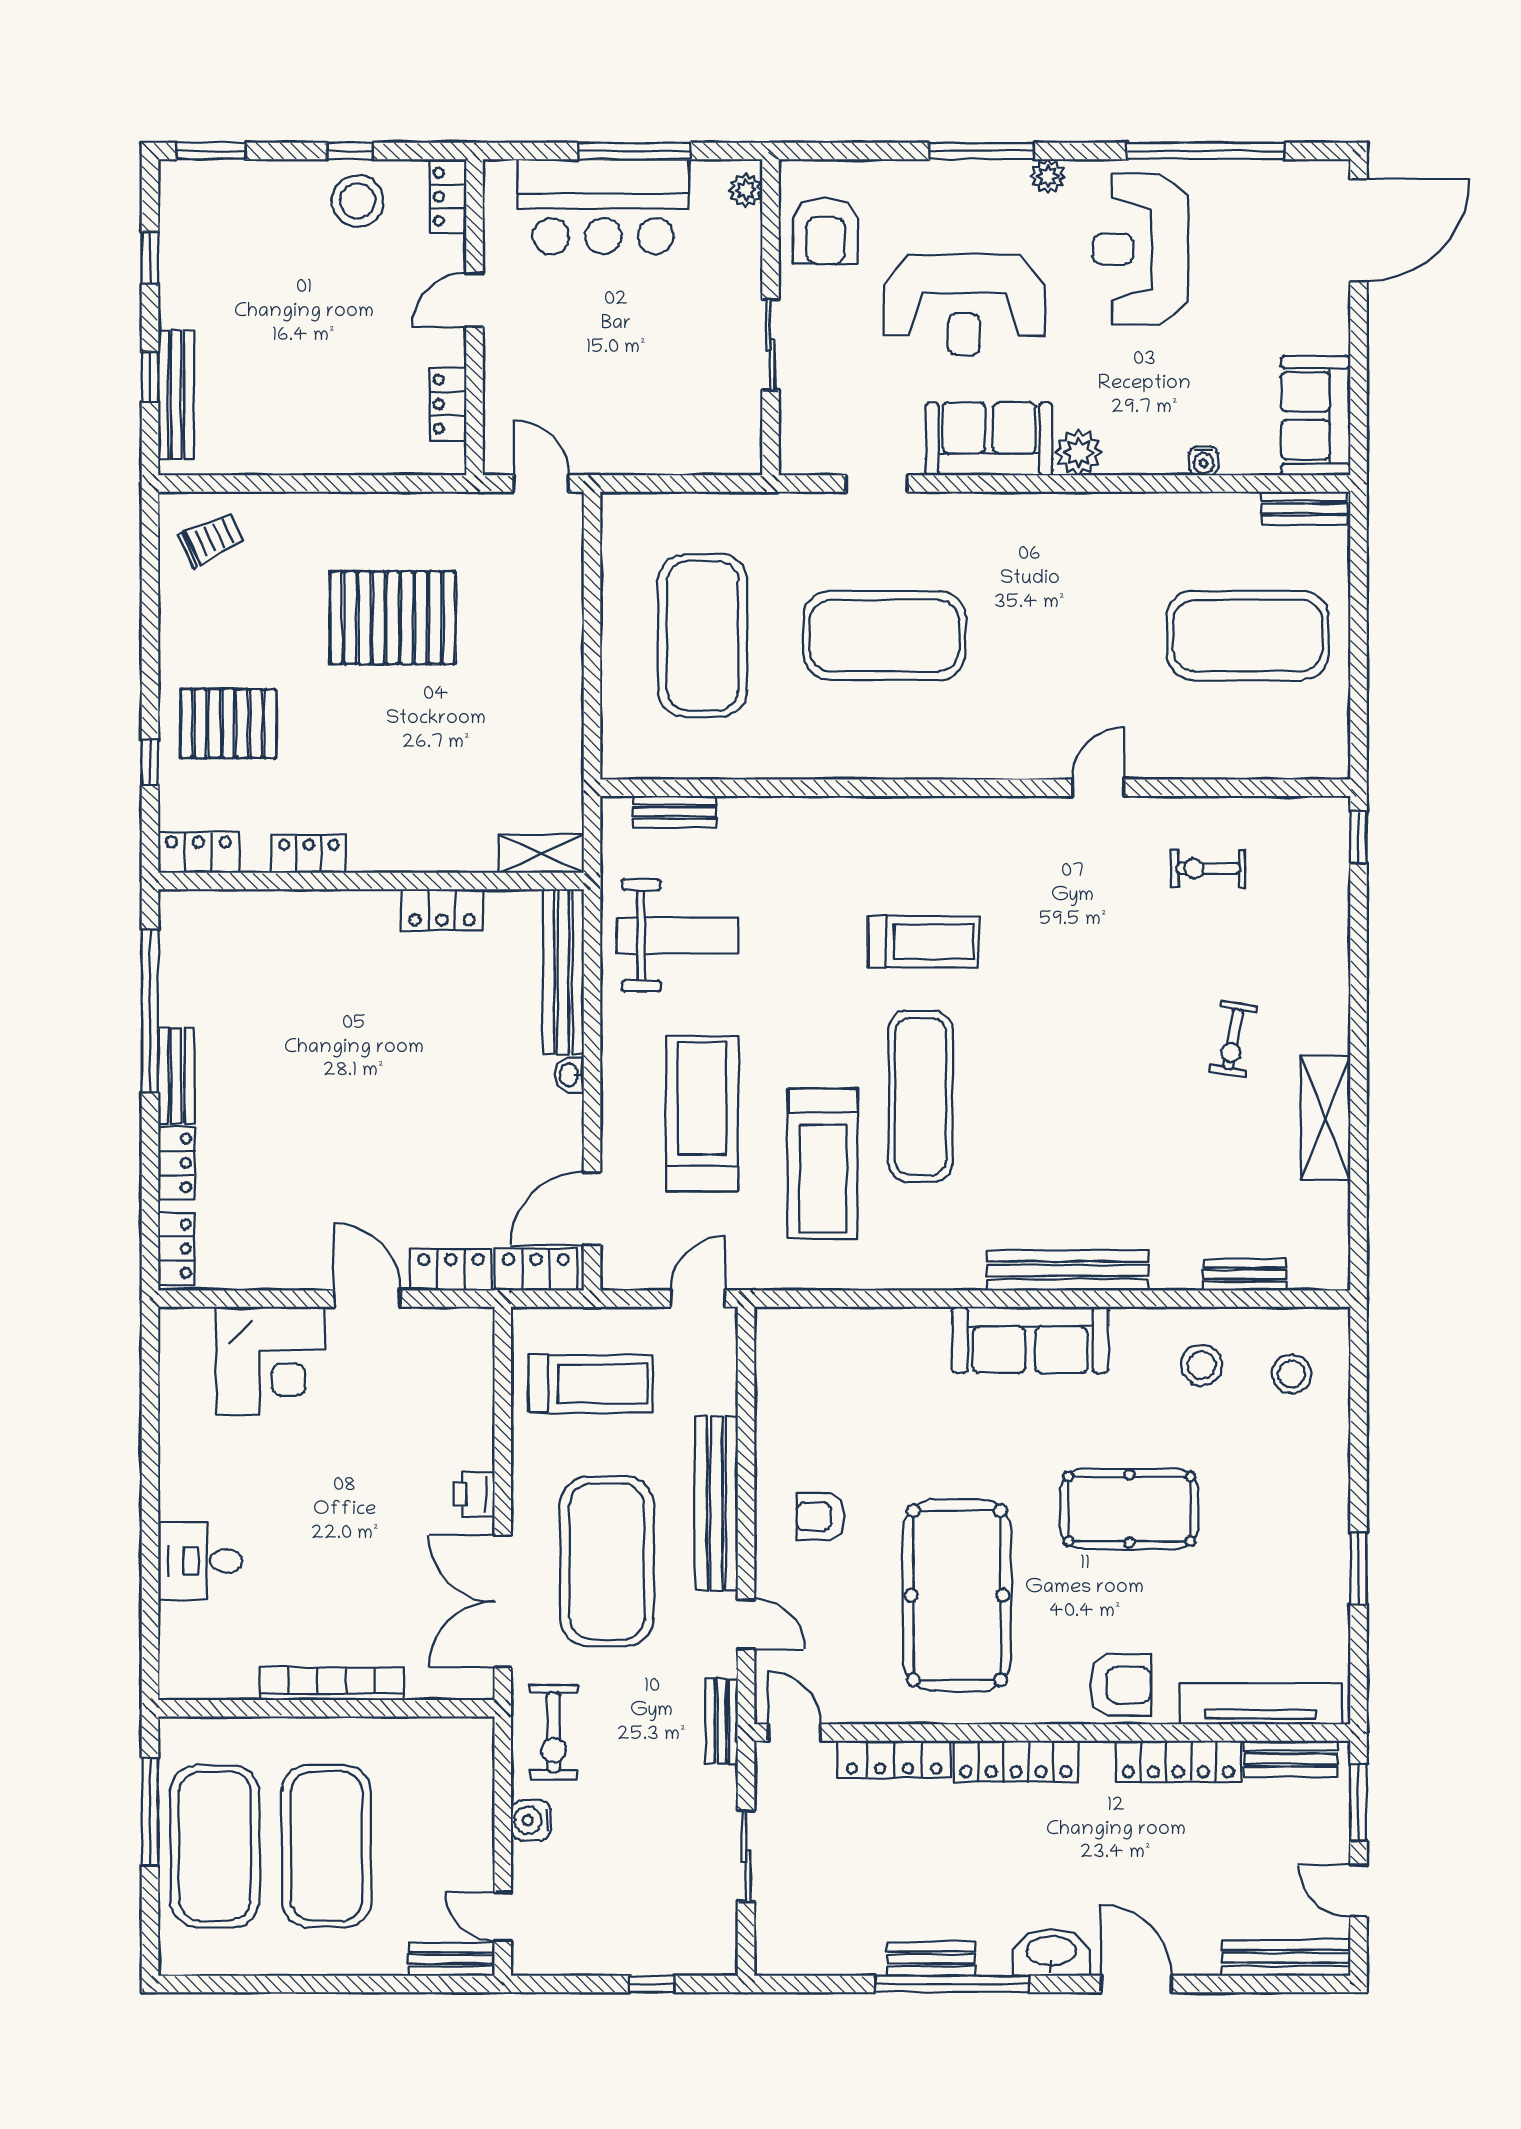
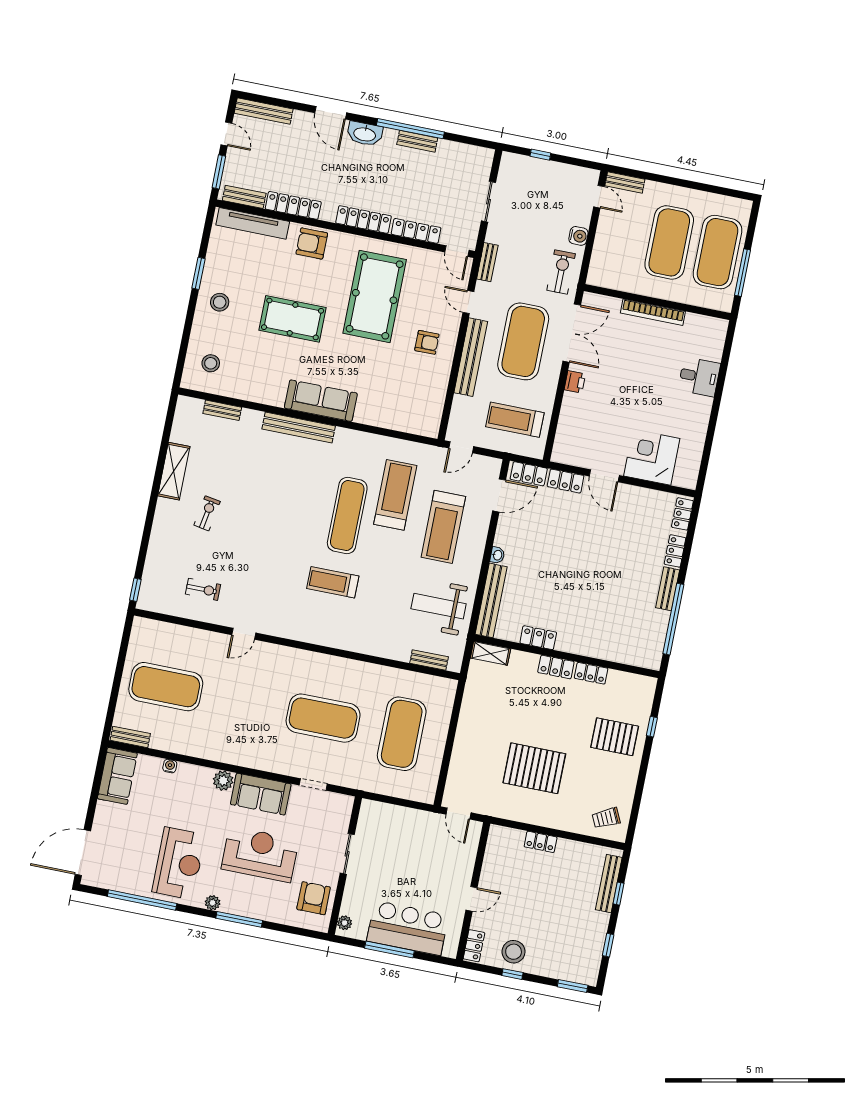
locker: (448, 404) -> (541, 842), moved, turned 90
locker: (198, 852) -> (556, 667), moved
stool: (1202, 1365) -> (220, 302), moved

